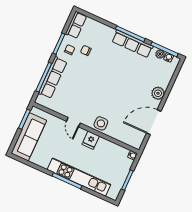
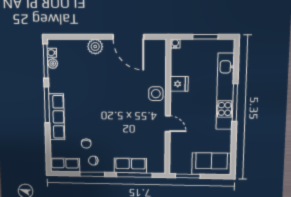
row of seats: (132, 44) -> (57, 117), moved
row of seats: (53, 78) -> (130, 166), width x0.68
door: (73, 122) -> (168, 124), hinge flipped
sofa: (29, 137) -> (212, 164), width x0.73
fridge: (91, 140) -> (179, 84), moved

